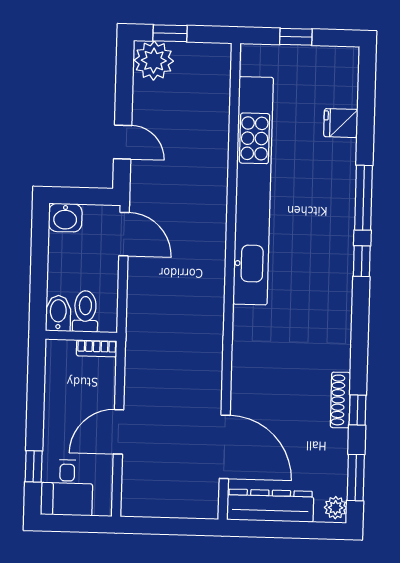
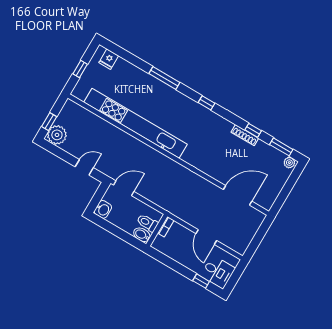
fridge: (341, 123) -> (109, 59), moved
window: (362, 261) -> (206, 103), moved
dresser: (270, 506) -> (273, 190), removed

